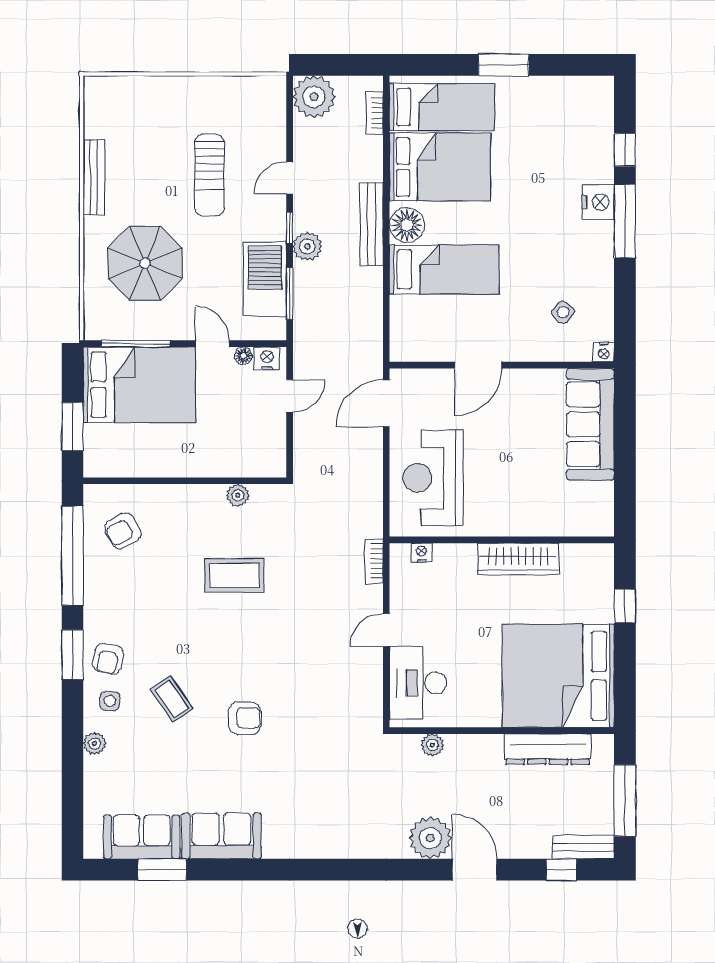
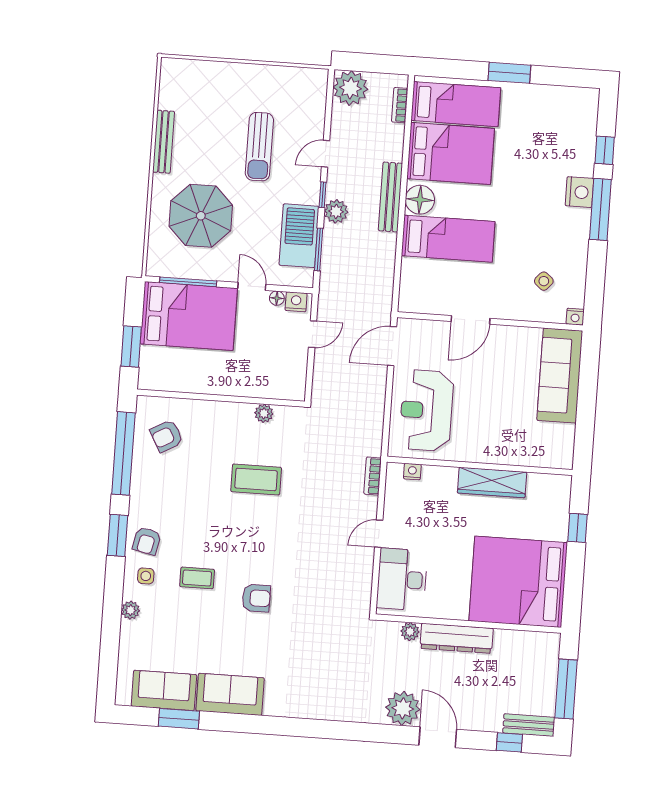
coffee table: (172, 699) -> (197, 578), turned -55
dresser: (548, 749) -> (457, 638), moved

